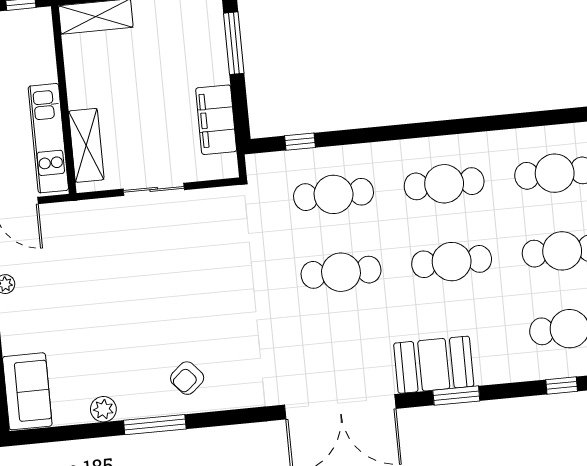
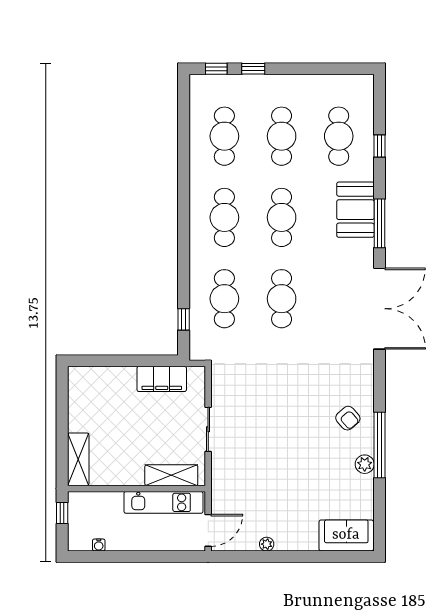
window: (234, 43) -> (107, 361), removed
booth: (434, 365) -> (355, 210), moved
window: (456, 396) -> (379, 223), width x1.44
plant: (103, 409) -> (365, 464), moved
window: (155, 425) -> (379, 445), width x1.46

